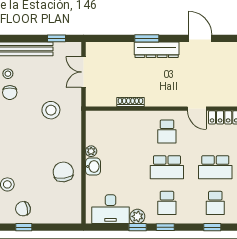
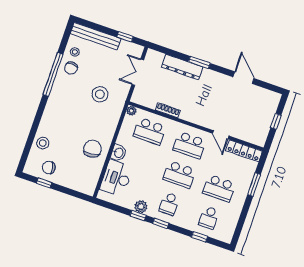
dresser: (157, 50) -> (182, 67), moved
school desk: (119, 132) -> (150, 131), added
school desk: (167, 132) -> (189, 145), width x1.85
plant: (91, 151) -> (131, 111), moved
desk: (110, 209) -> (116, 178), moved, turned 90

